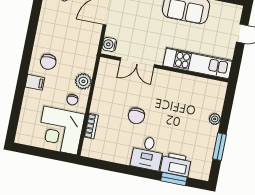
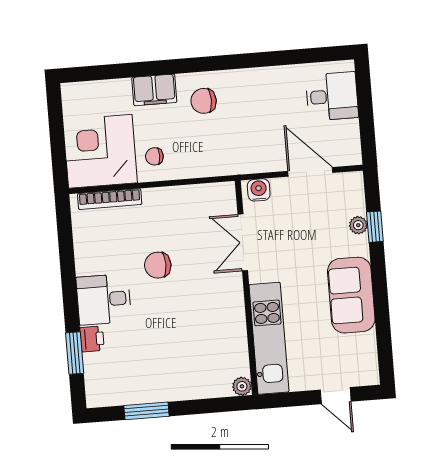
plant: (83, 81) -> (188, 165), removed
filing cabinet: (35, 82) -> (154, 90), width x2.00
plant: (215, 119) -> (242, 386), moved
bookcase: (91, 126) -> (110, 199), width x1.56
printer: (176, 165) -> (92, 339), width x0.53, depth x0.68

